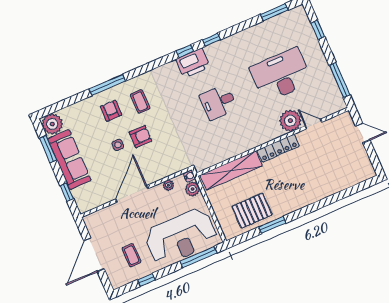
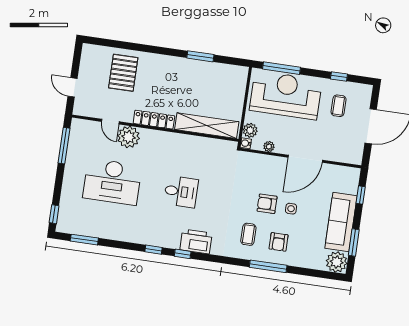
window: (318, 30) -> (54, 214), moved
printer: (193, 63) -> (196, 241), moved
pallet: (252, 211) -> (123, 73), moved, turned 90

